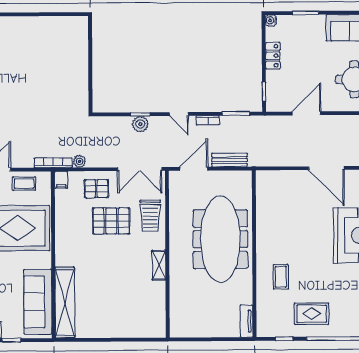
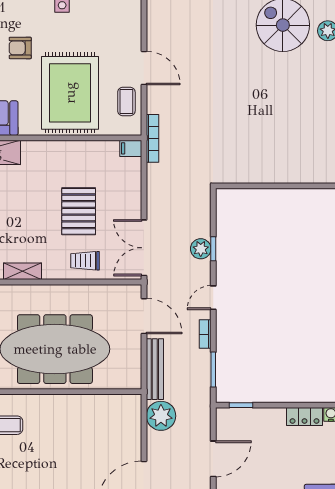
locker: (273, 56) -> (304, 416), moved
door: (307, 113) -> (213, 459), hinge flipped
bench: (229, 160) -> (155, 369), width x1.36
plant: (80, 161) -> (161, 416), moved, width x1.88, depth x1.88
pallet: (96, 189) -> (120, 193), removed
trolley: (150, 216) -> (85, 261), width x0.73, depth x0.72

